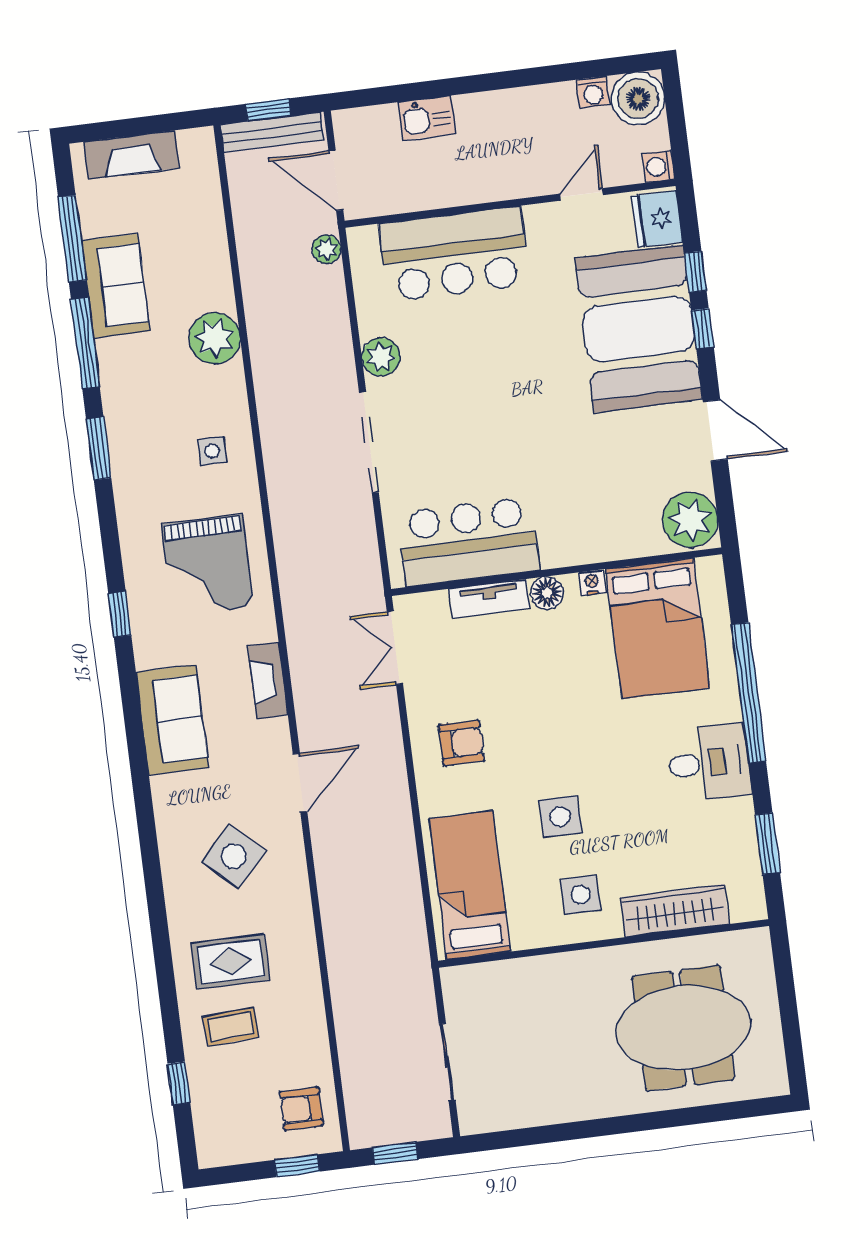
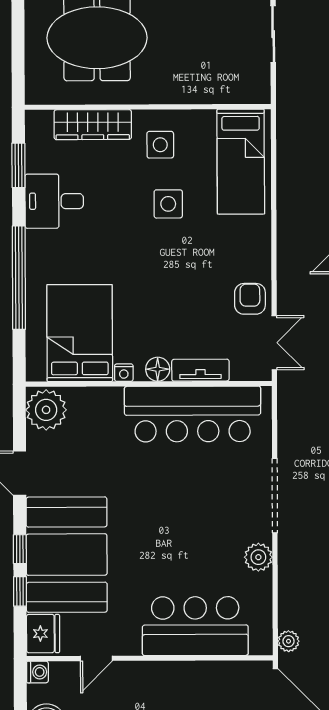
bar counter: (468, 541) -> (193, 414), width x1.36
armchair: (461, 743) -> (250, 299), moved, turned 90
desk: (709, 763) -> (54, 201), moved

